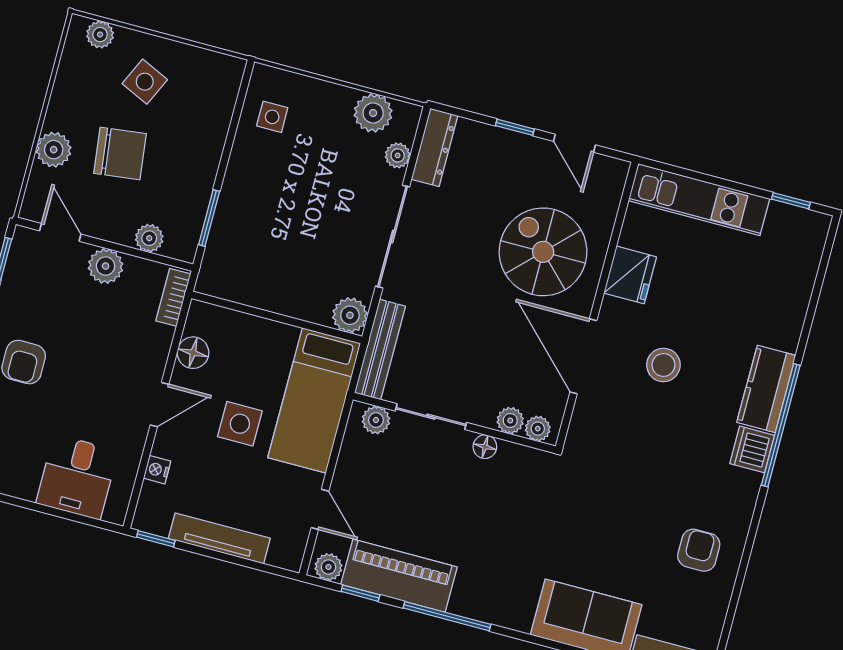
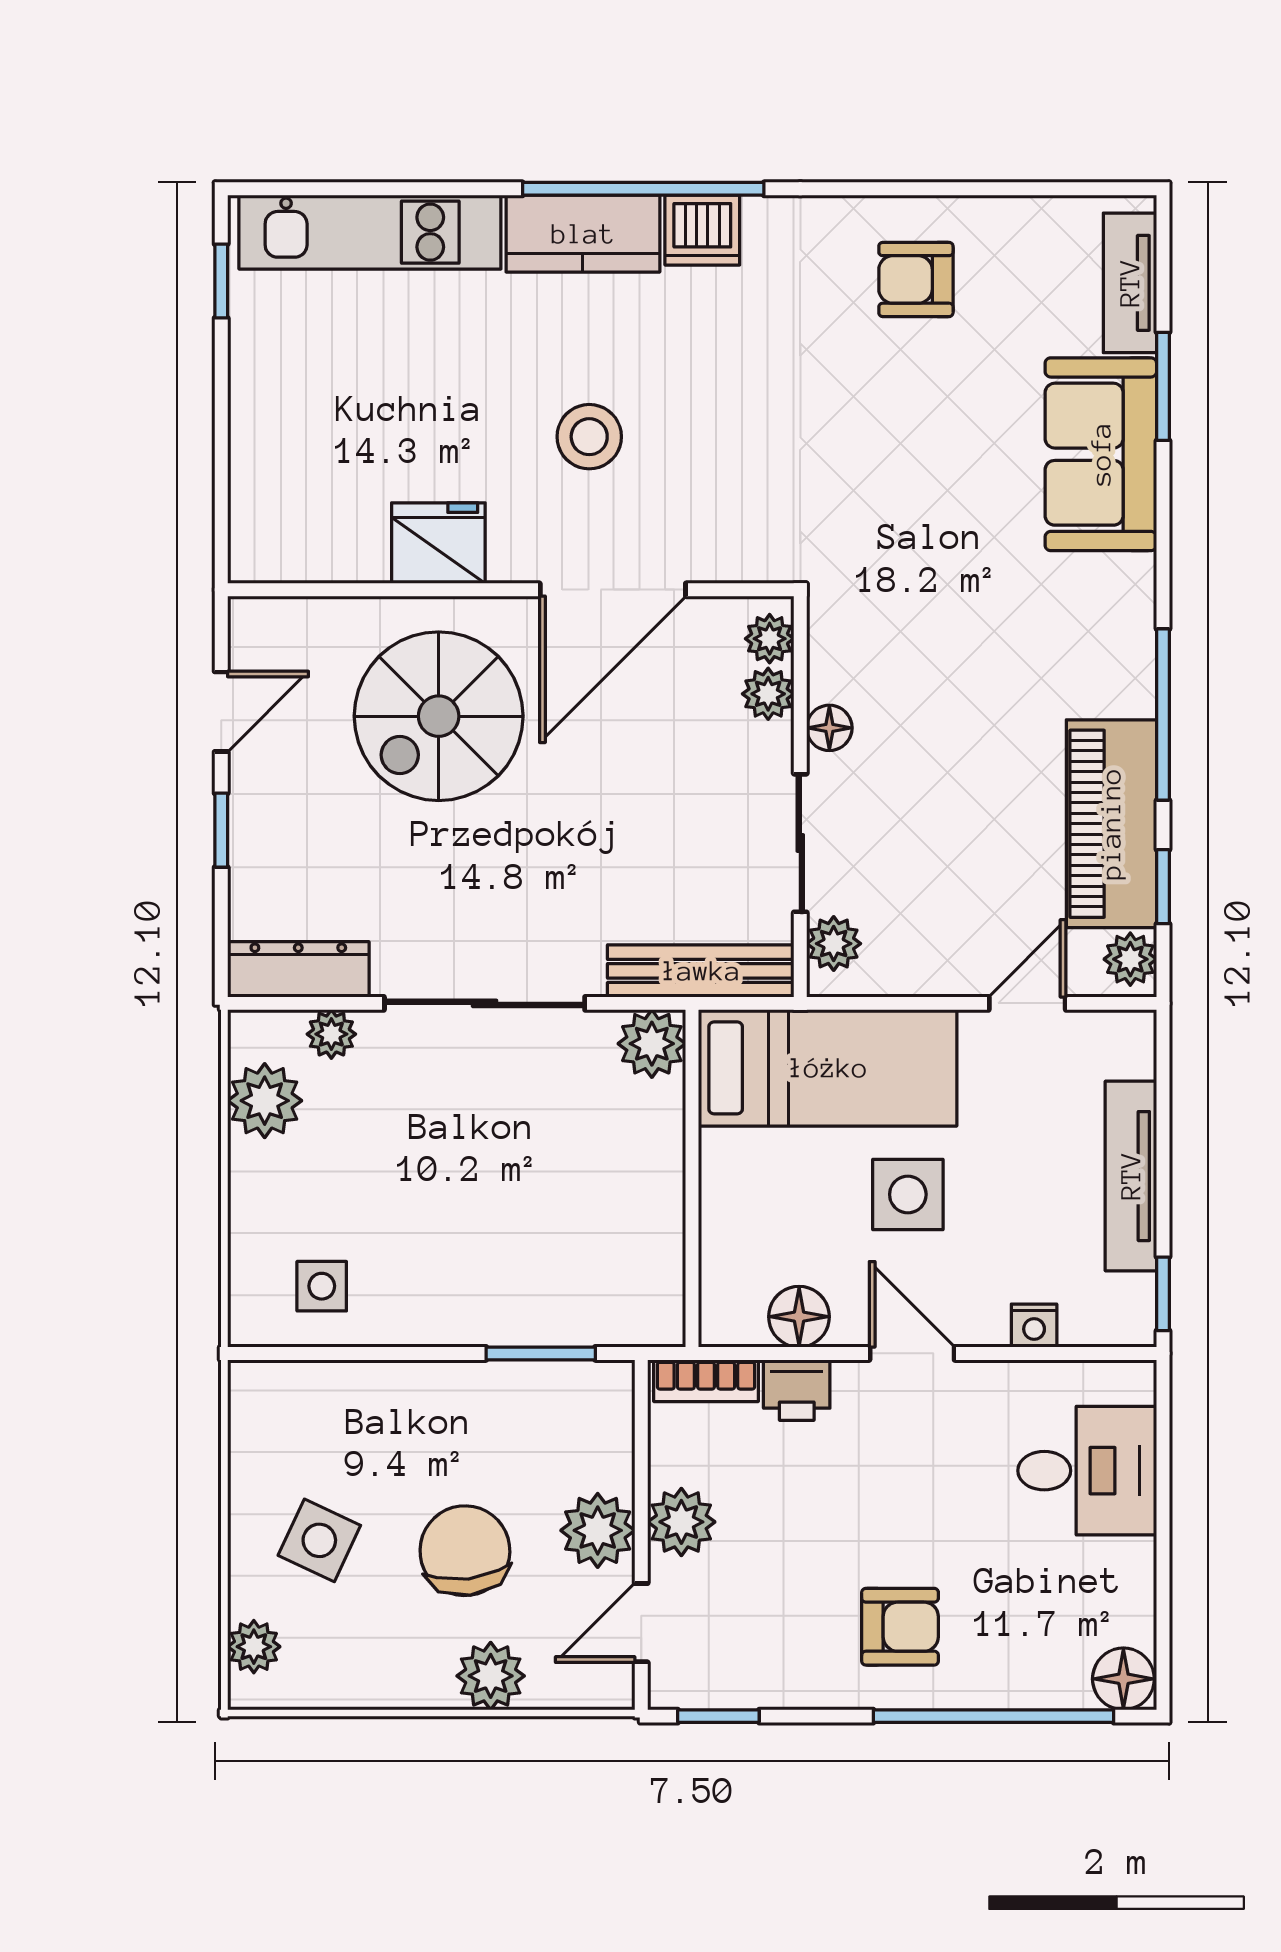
kitchen unit: (699, 200) -> (370, 232), moved, turned 90
plant: (149, 238) -> (598, 1530), moved, width x1.38, depth x1.38
printer: (156, 342) -> (797, 1390), added

